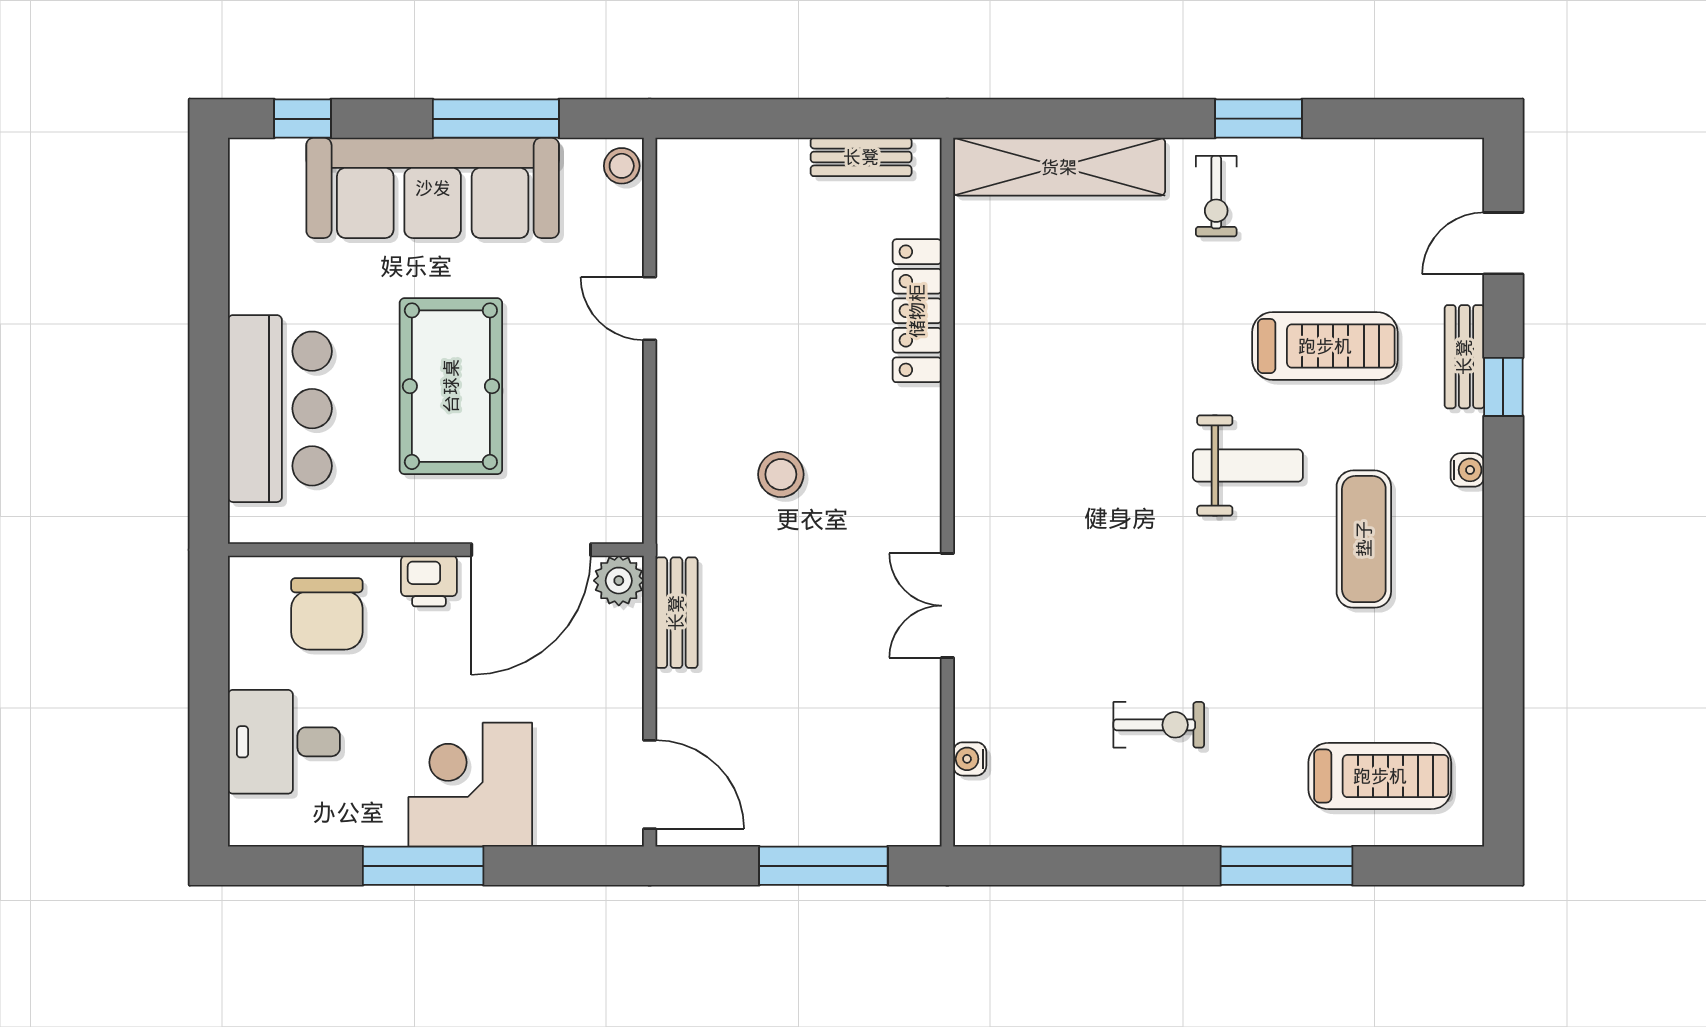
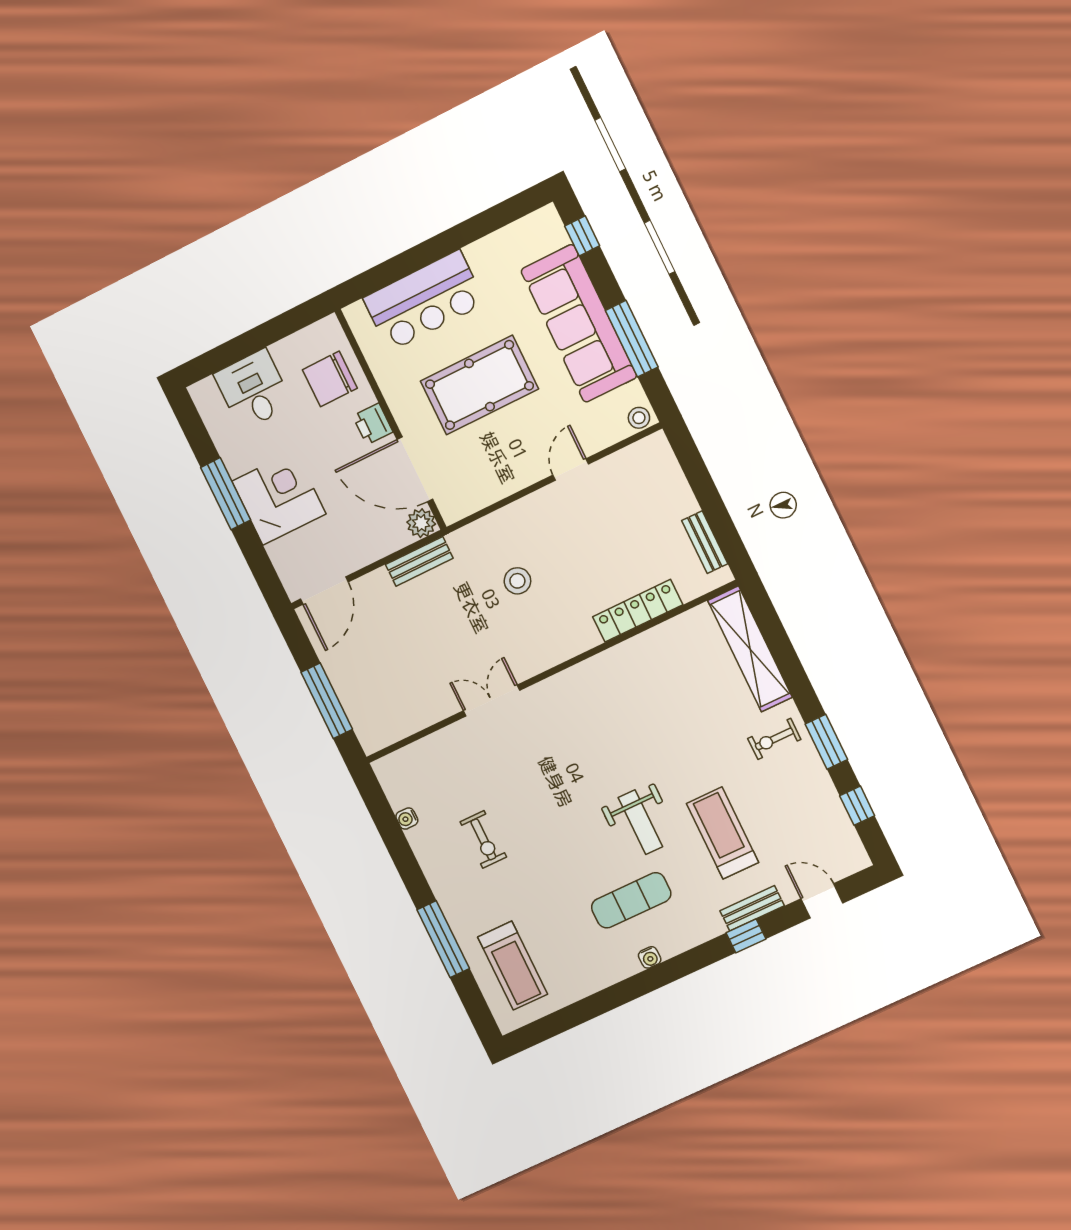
window: (1380, 119) -> (857, 806), added
treadmill: (1325, 346) -> (722, 833), turned 180
water cooler: (1467, 470) -> (650, 957), moved
water cooler: (970, 759) -> (407, 819), moved, turned -90

